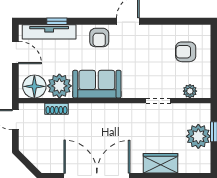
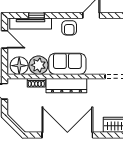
dresser: (96, 112) -> (66, 86), added

